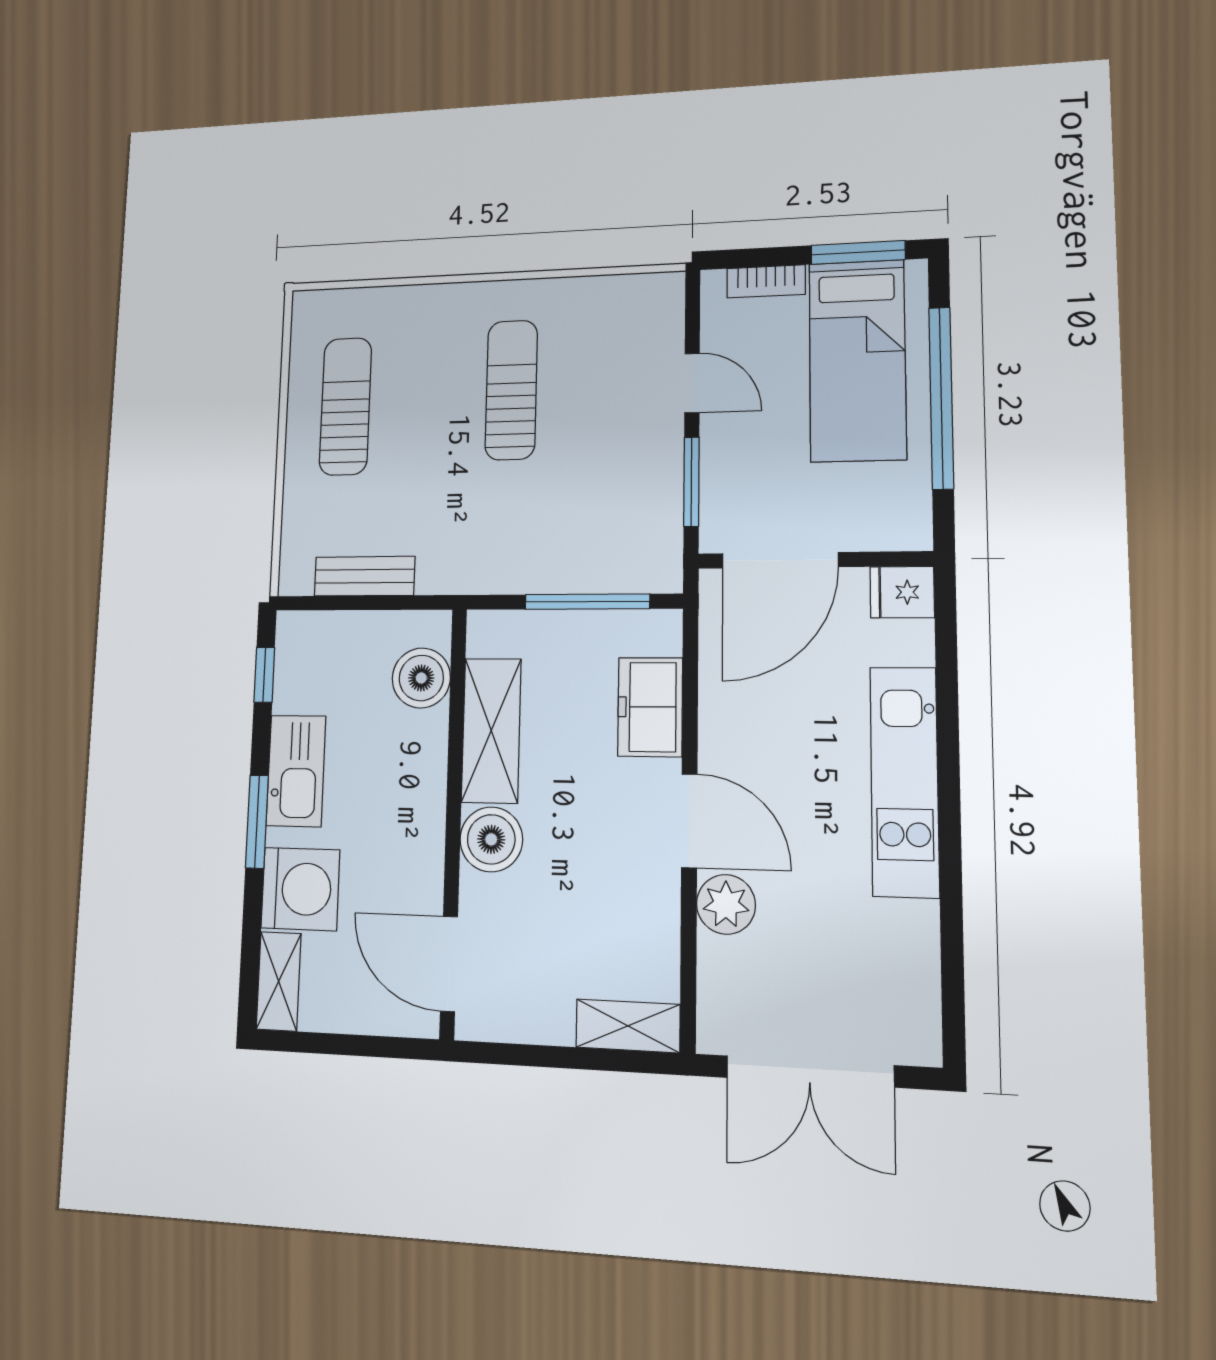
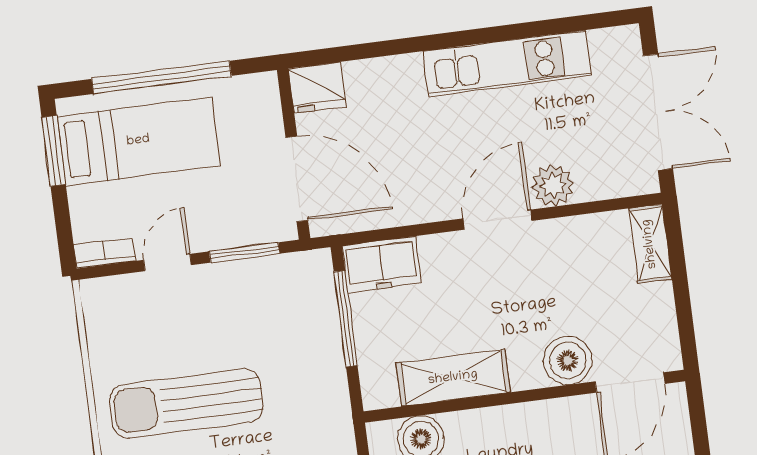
bookcase: (766, 281) -> (105, 253), moved, turned -90
sun lounger: (511, 390) -> (186, 403), width x1.36, depth x1.34
fridge: (902, 592) -> (317, 88), width x1.38
freezer: (650, 707) -> (382, 265), moved
kitchen unit: (904, 781) -> (507, 63), moved
boiler: (491, 839) -> (568, 361), moved

